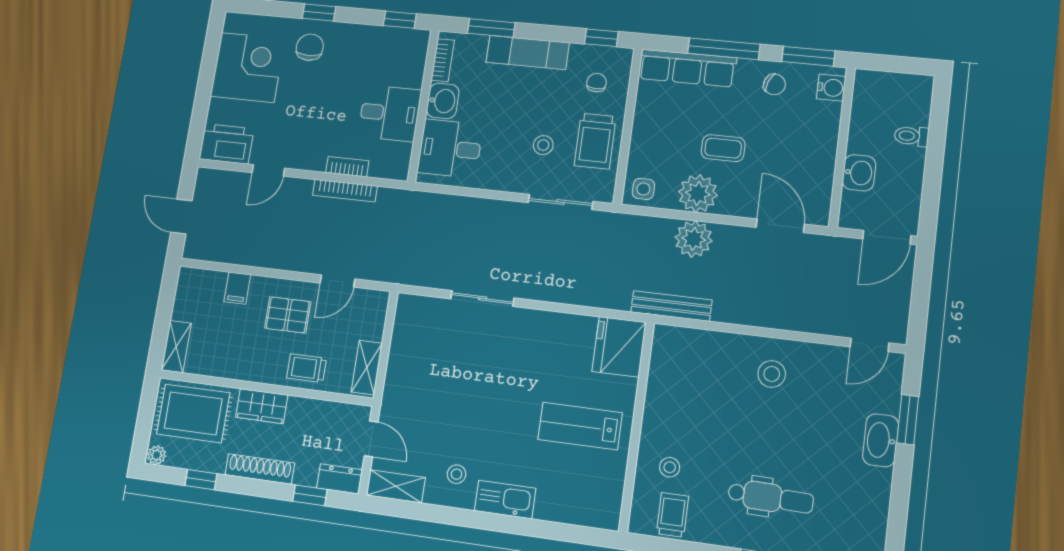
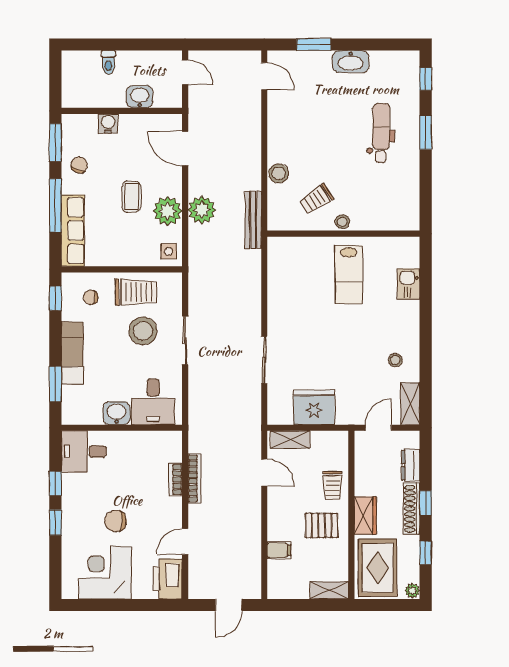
window: (400, 20) -> (55, 484), moved
chair: (310, 47) -> (115, 521), moved
bookcase: (443, 60) -> (84, 418), removed
water cooler: (831, 88) -> (108, 124), moved
desk: (390, 113) -> (84, 452), moved, turned -90
stool: (543, 145) -> (143, 331), width x1.89, depth x1.89
door: (268, 170) -> (185, 542), swing flipped
sliding door: (561, 202) -> (185, 340), moved
door: (780, 226) -> (185, 149), hinge flipped
door: (887, 237) -> (185, 72), width x0.73
pallet: (288, 315) -> (322, 525), moved, turned 90
fridge: (619, 347) -> (314, 407), moved, turned 180
shelving: (367, 368) -> (290, 440), moved
stool: (772, 374) -> (279, 173), moved
washbasin: (881, 440) -> (351, 62), moved
stool: (670, 467) -> (342, 222), moved
dresser: (339, 479) -> (411, 465), moved
window: (310, 495) -> (426, 503), moved
kitchen sink: (505, 499) -> (409, 284), moved, width x0.73
trolley: (673, 515) -> (316, 199), moved, turned -33

